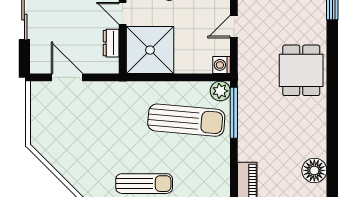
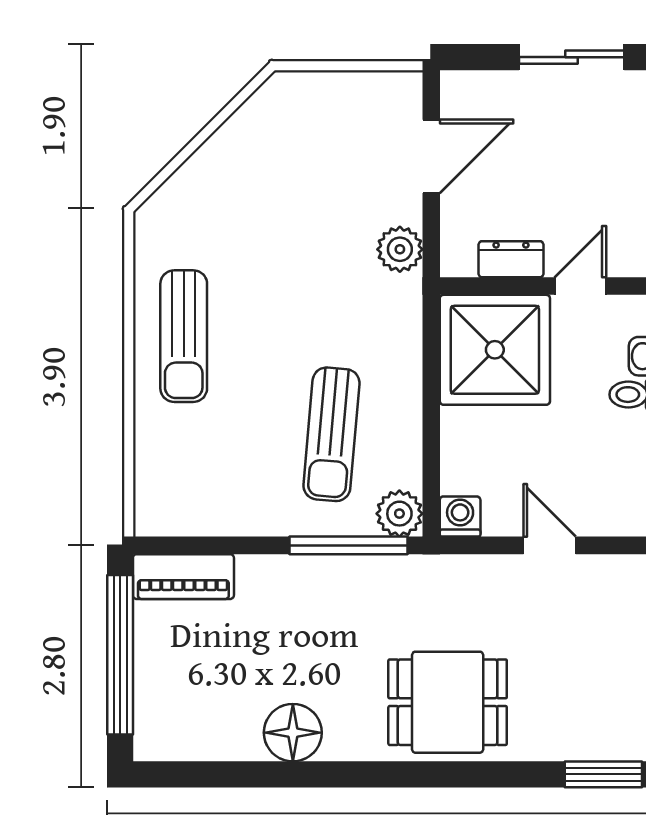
plant: (107, 91) -> (400, 249), added
sun lounger: (186, 120) -> (331, 434), width x0.73, depth x0.75
floor lamp: (314, 170) -> (293, 733), moved

